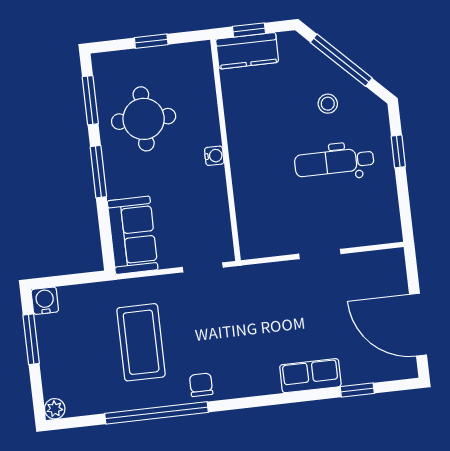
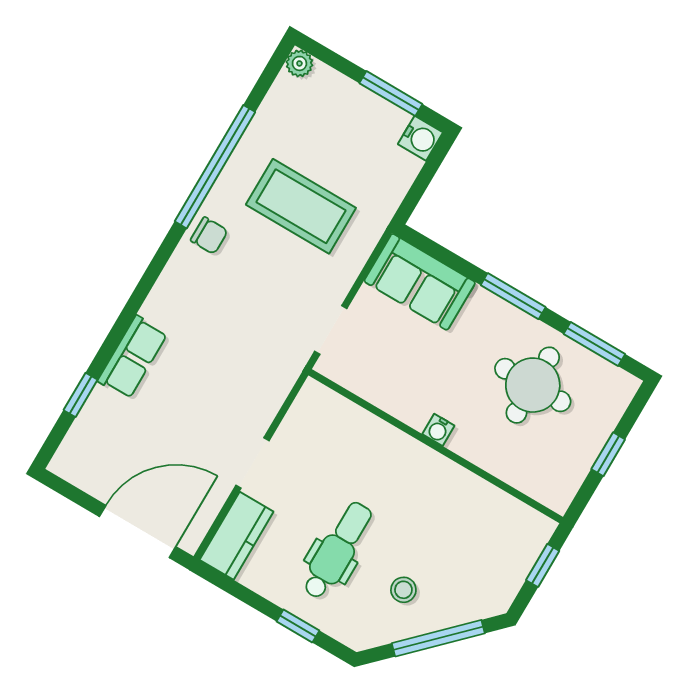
kitchen counter: (247, 51) -> (237, 536), moved, turned 180
door: (418, 325) -> (138, 531), moved

